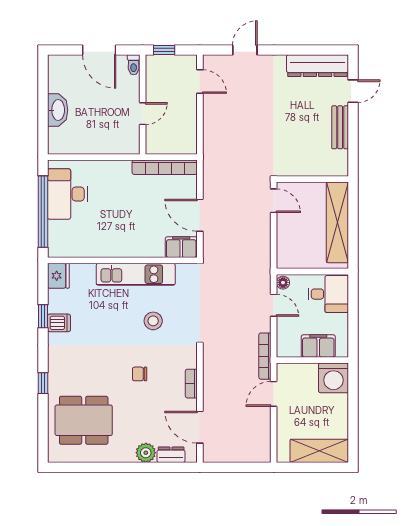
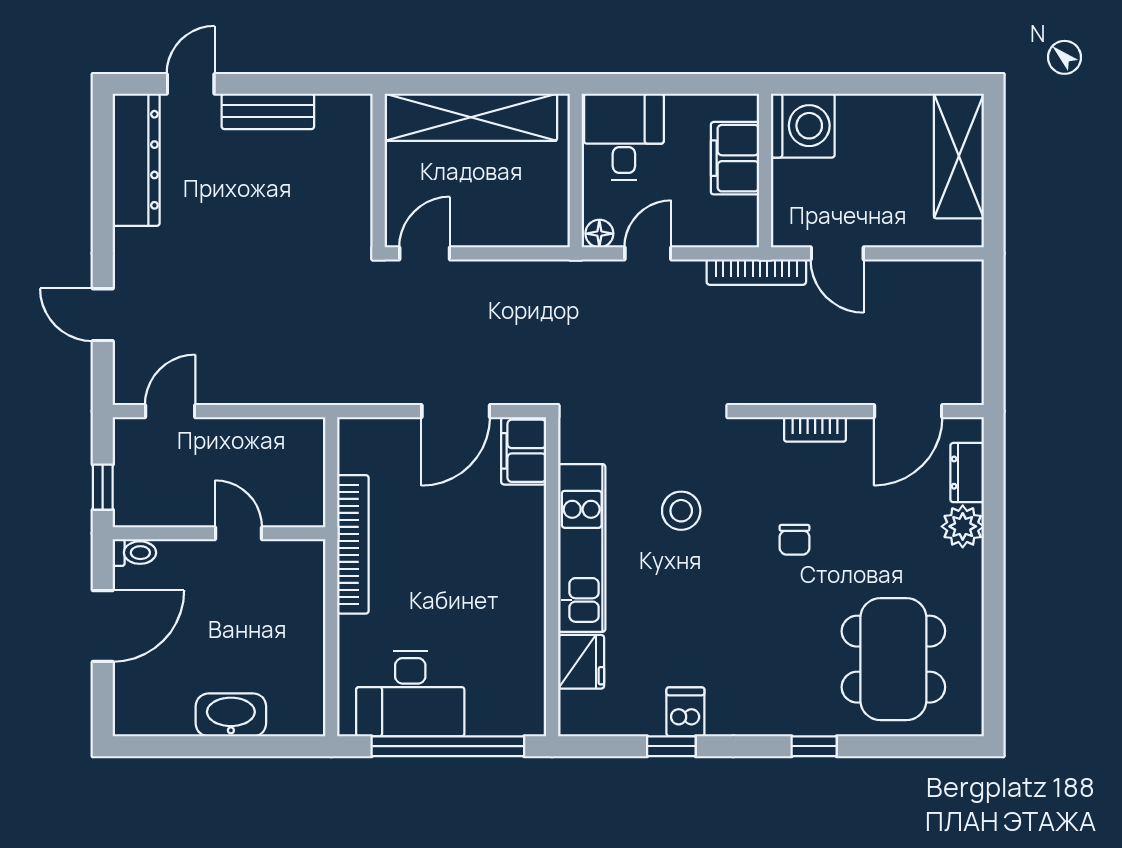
door: (353, 91) -> (191, 84), hinge flipped
bookcase: (165, 167) -> (353, 544), moved
fridge: (58, 276) -> (581, 662), moved, turned 90

